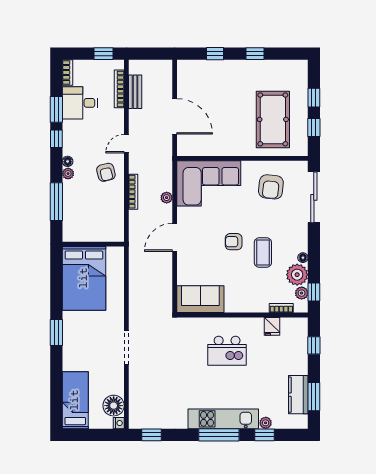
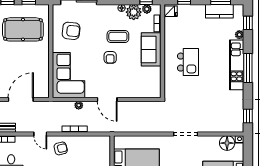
sofa: (200, 299) -> (151, 49), moved
fridge: (272, 326) -> (171, 11), moved
window: (265, 435) -> (248, 23), moved

